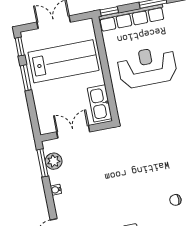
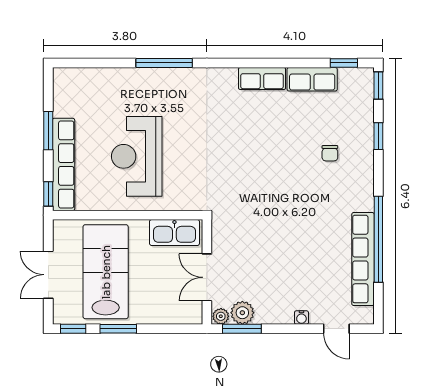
plant: (48, 147) -> (221, 316), added
water cooler: (56, 190) -> (301, 318), moved

